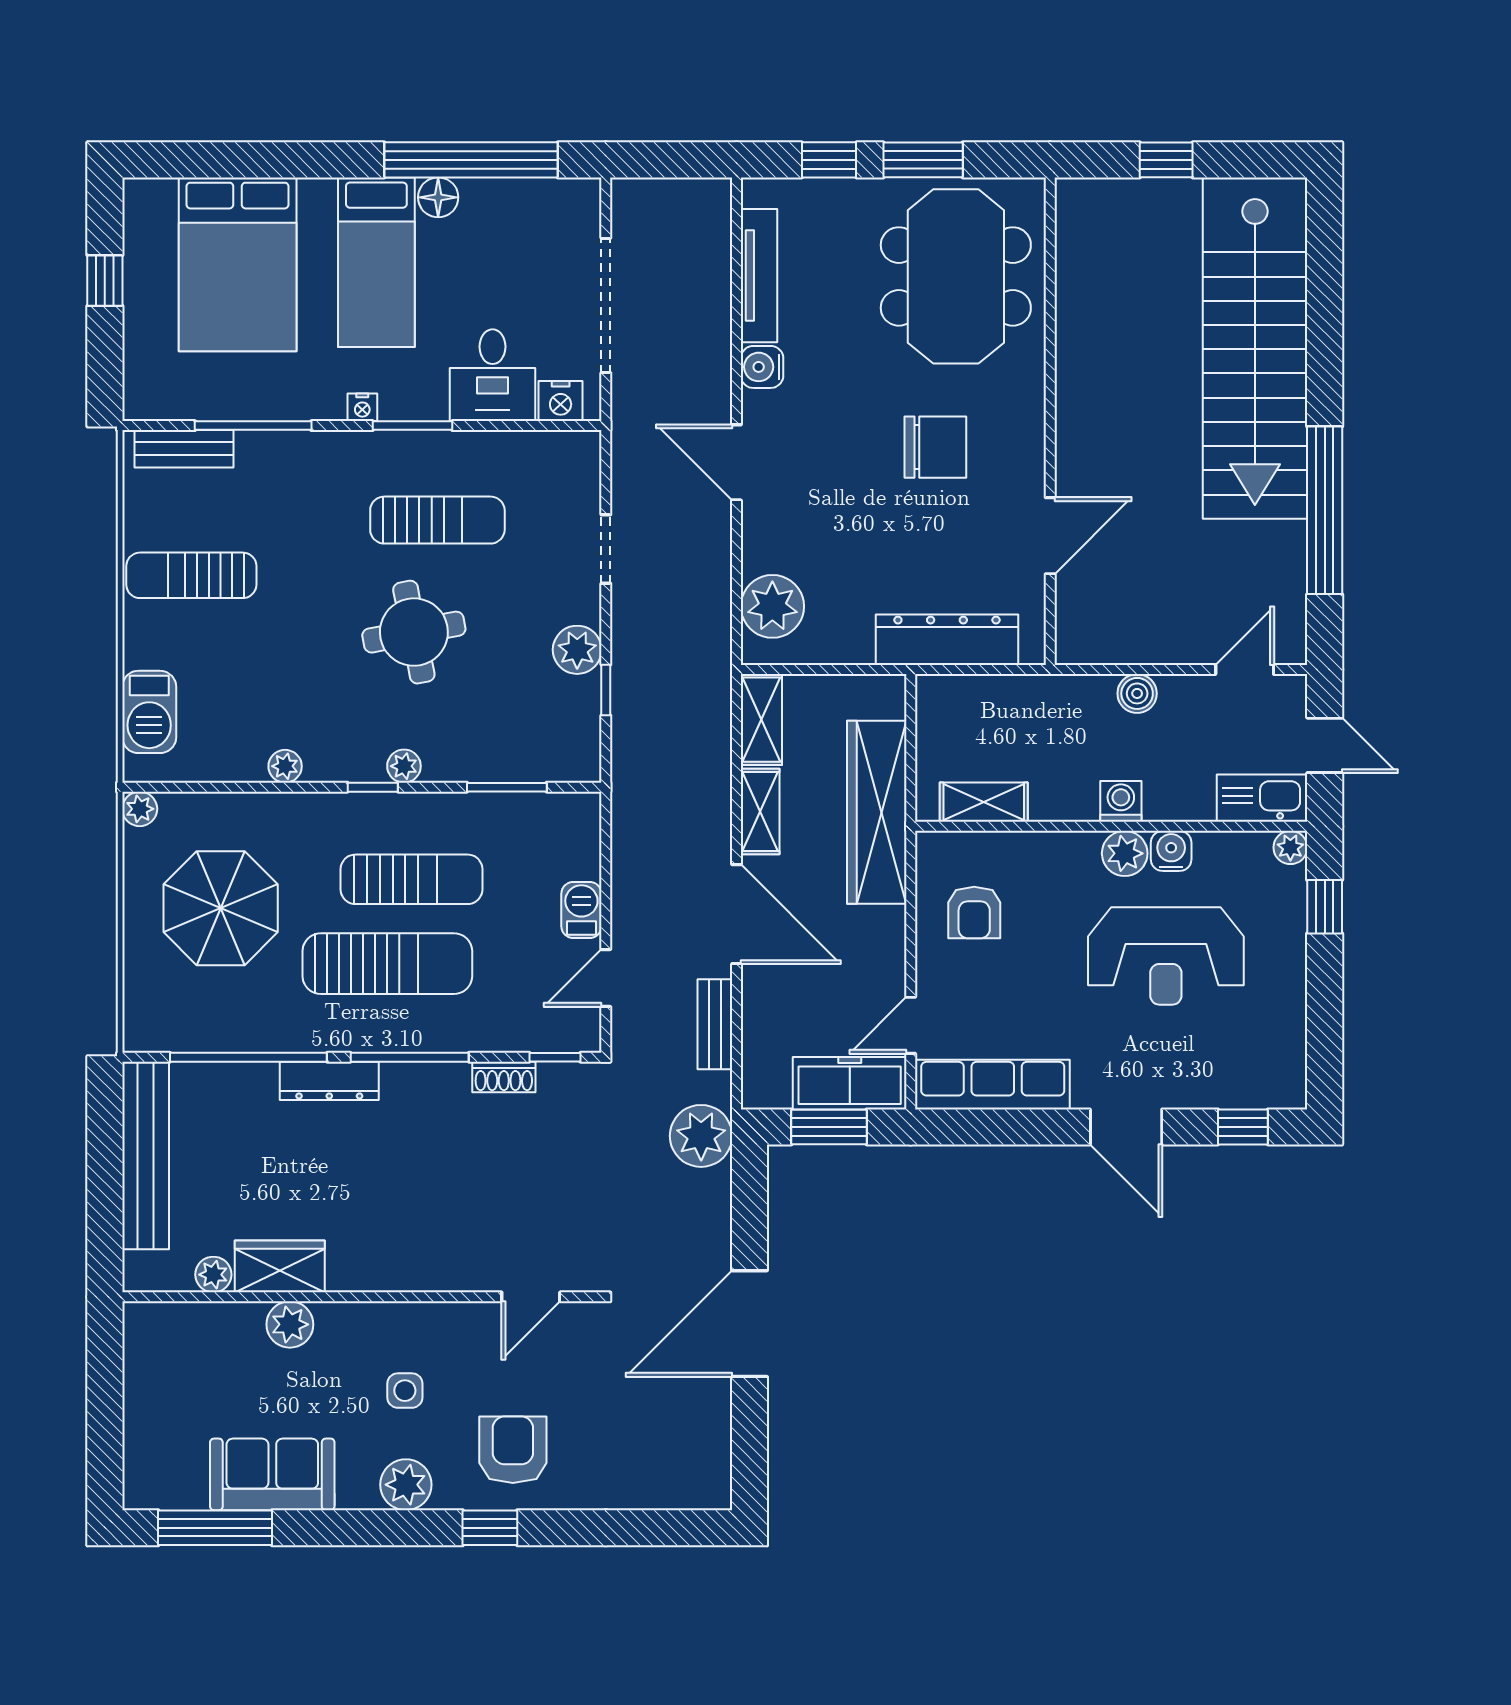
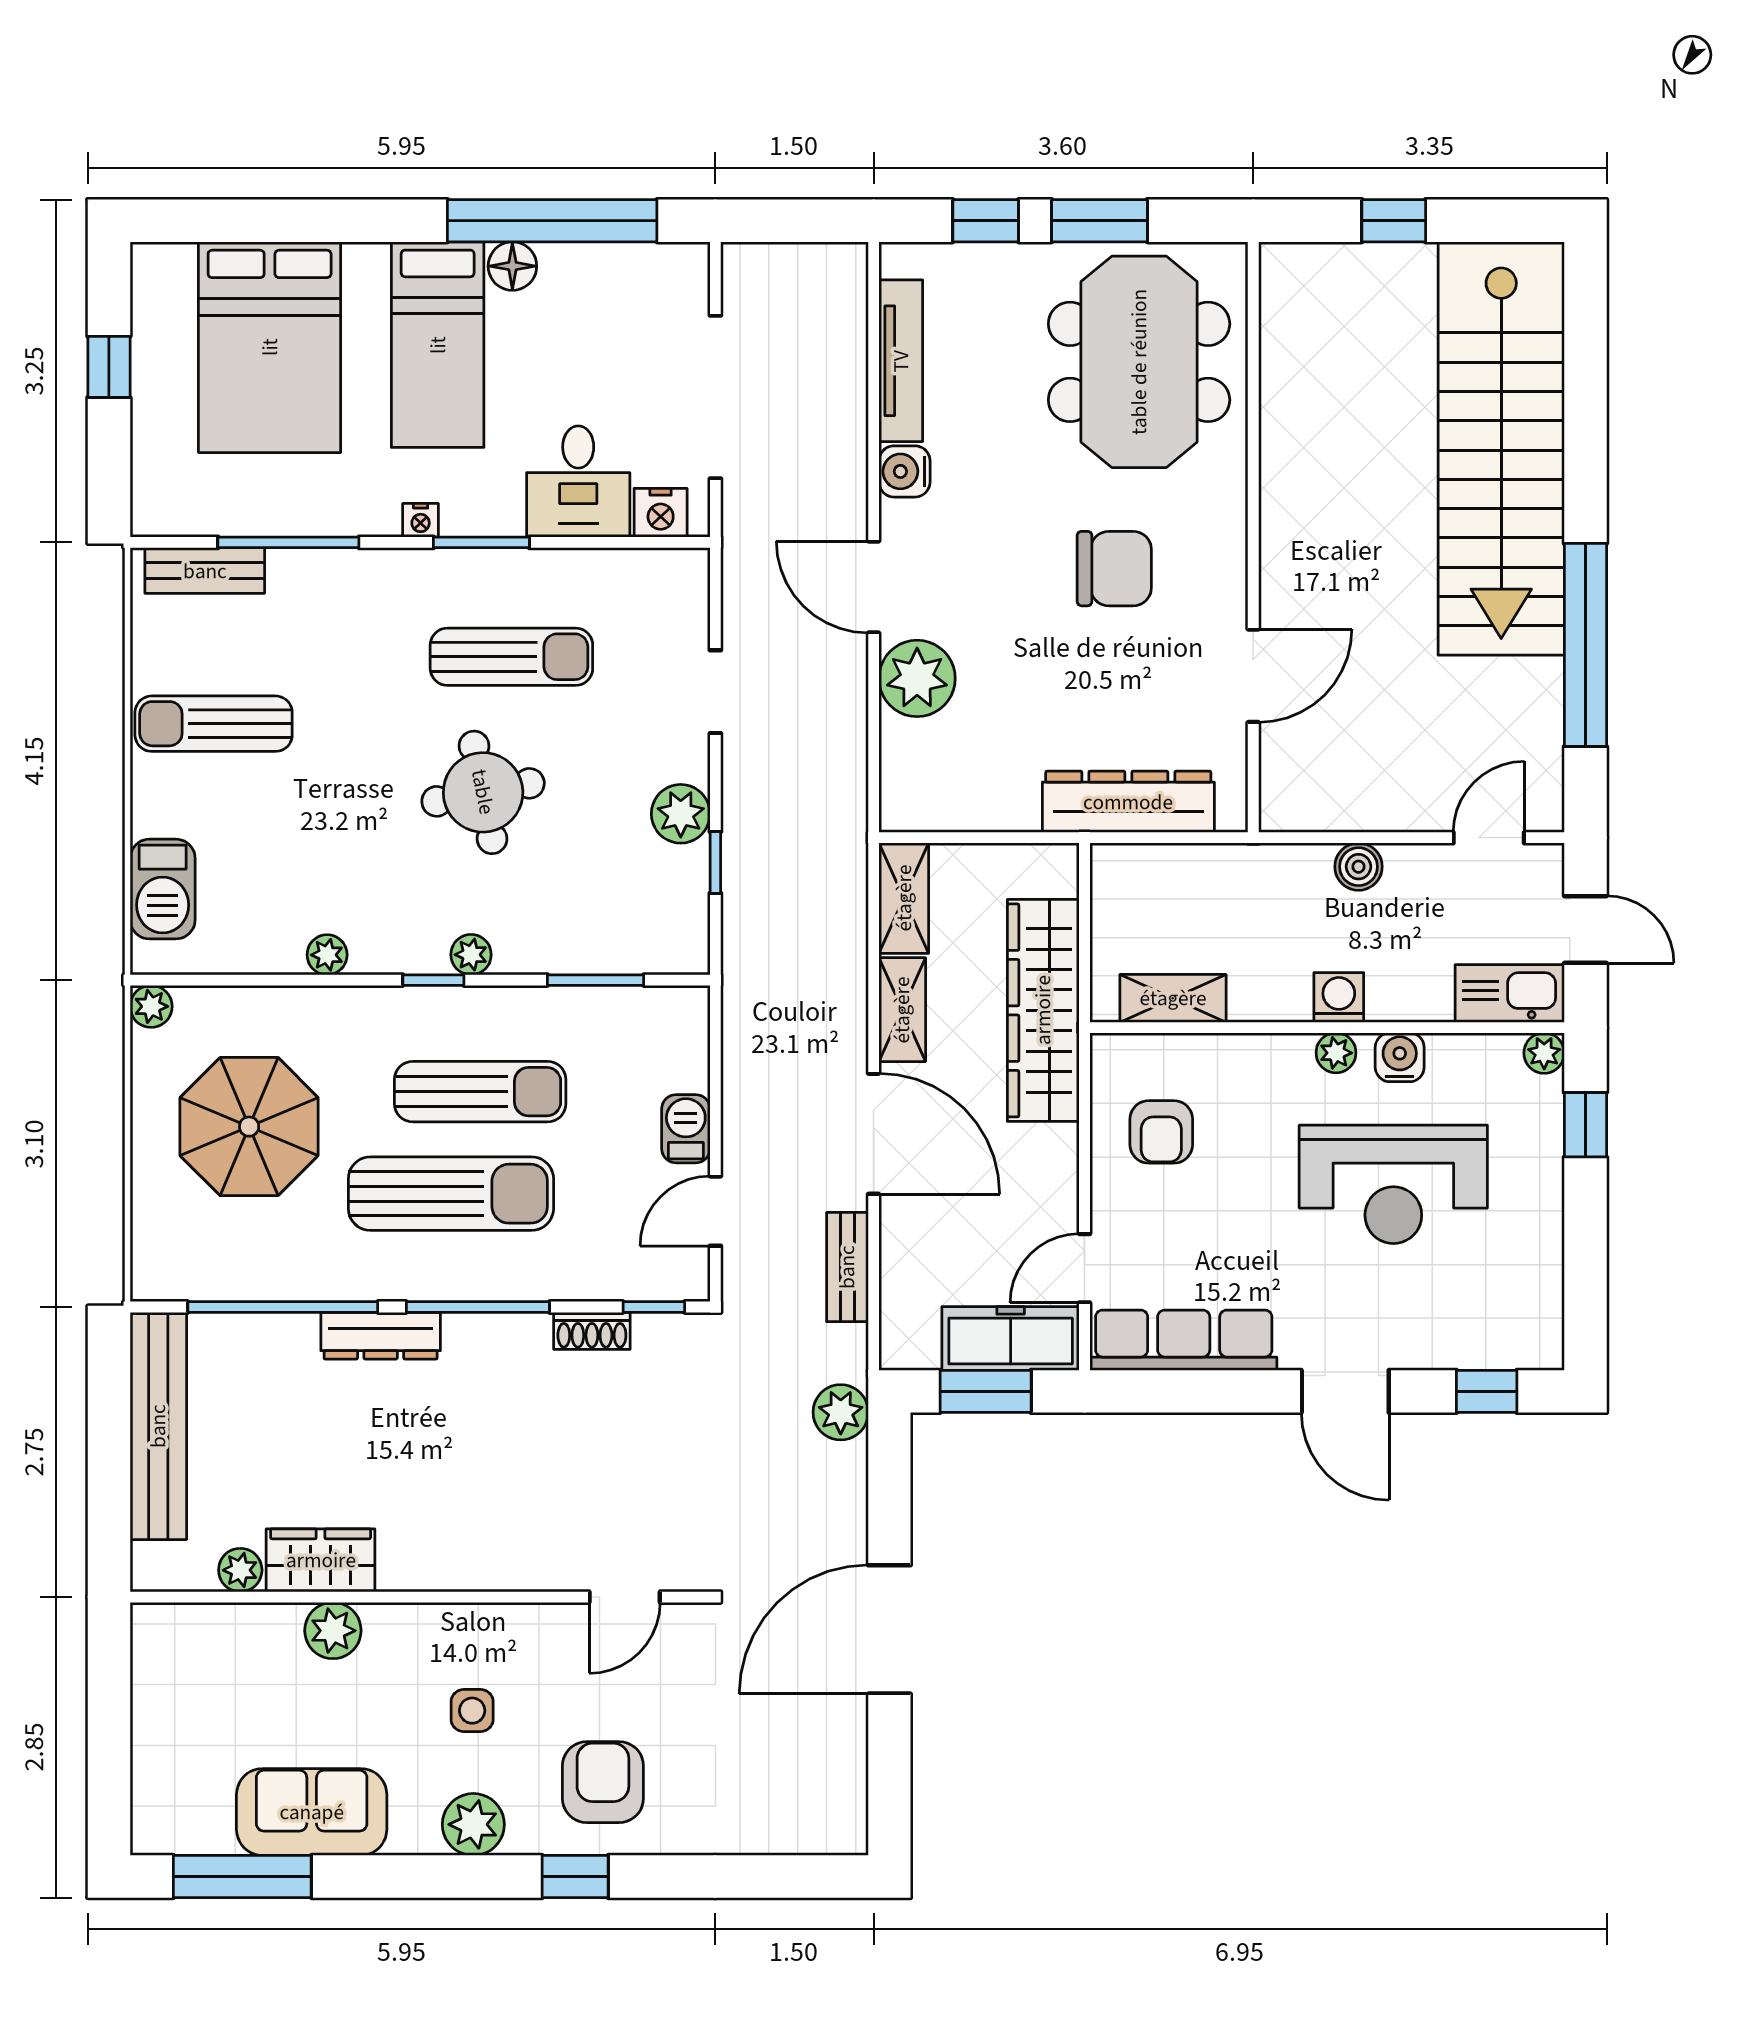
plant: (772, 606) -> (917, 678), moved
plant: (1125, 853) -> (1336, 1053), width x0.73, depth x0.73
plant: (701, 1136) -> (841, 1412), width x0.73, depth x0.73

